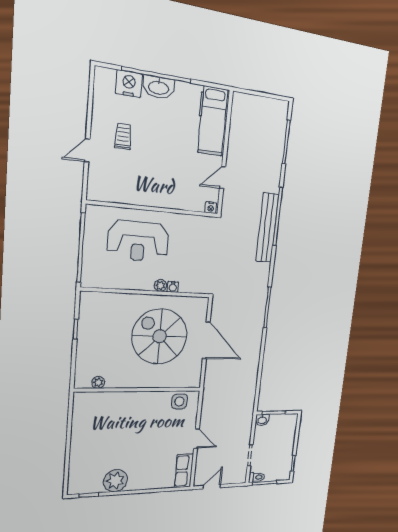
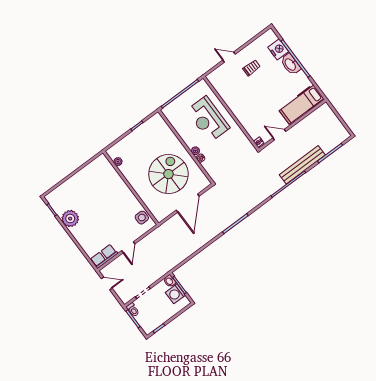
bench: (267, 228) -> (302, 165), moved
washing machine: (278, 423) -> (175, 294), added

